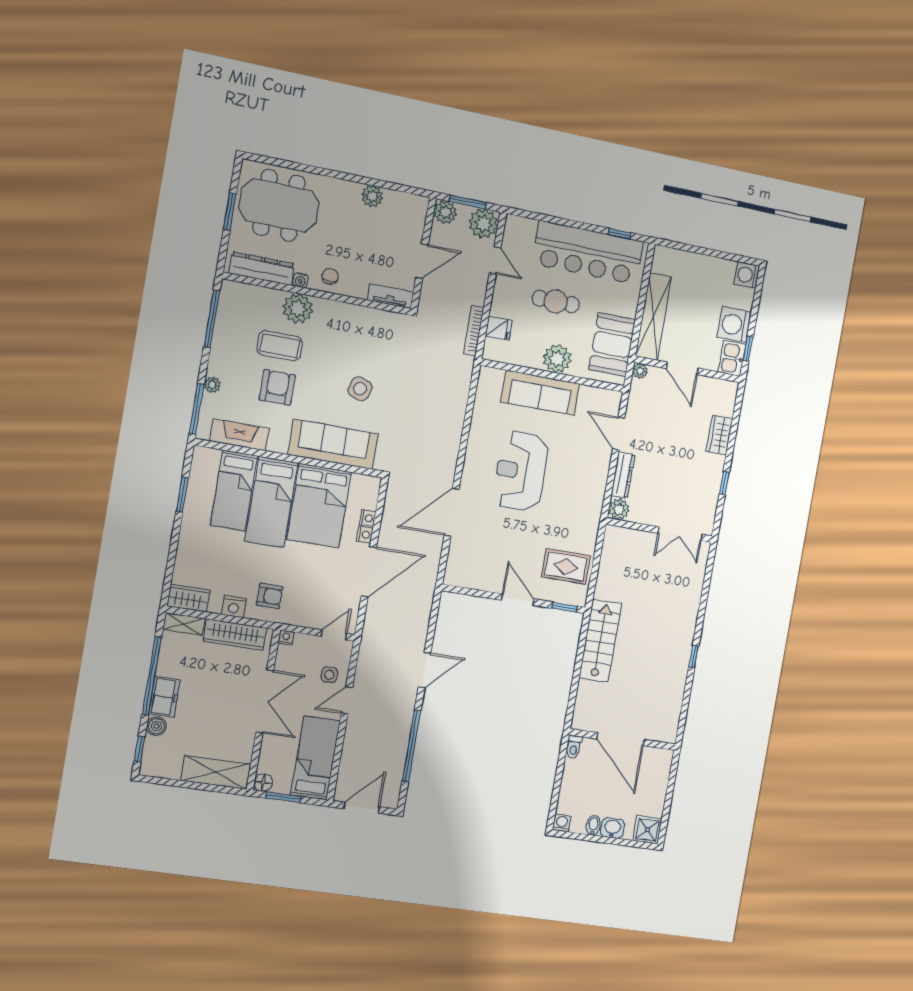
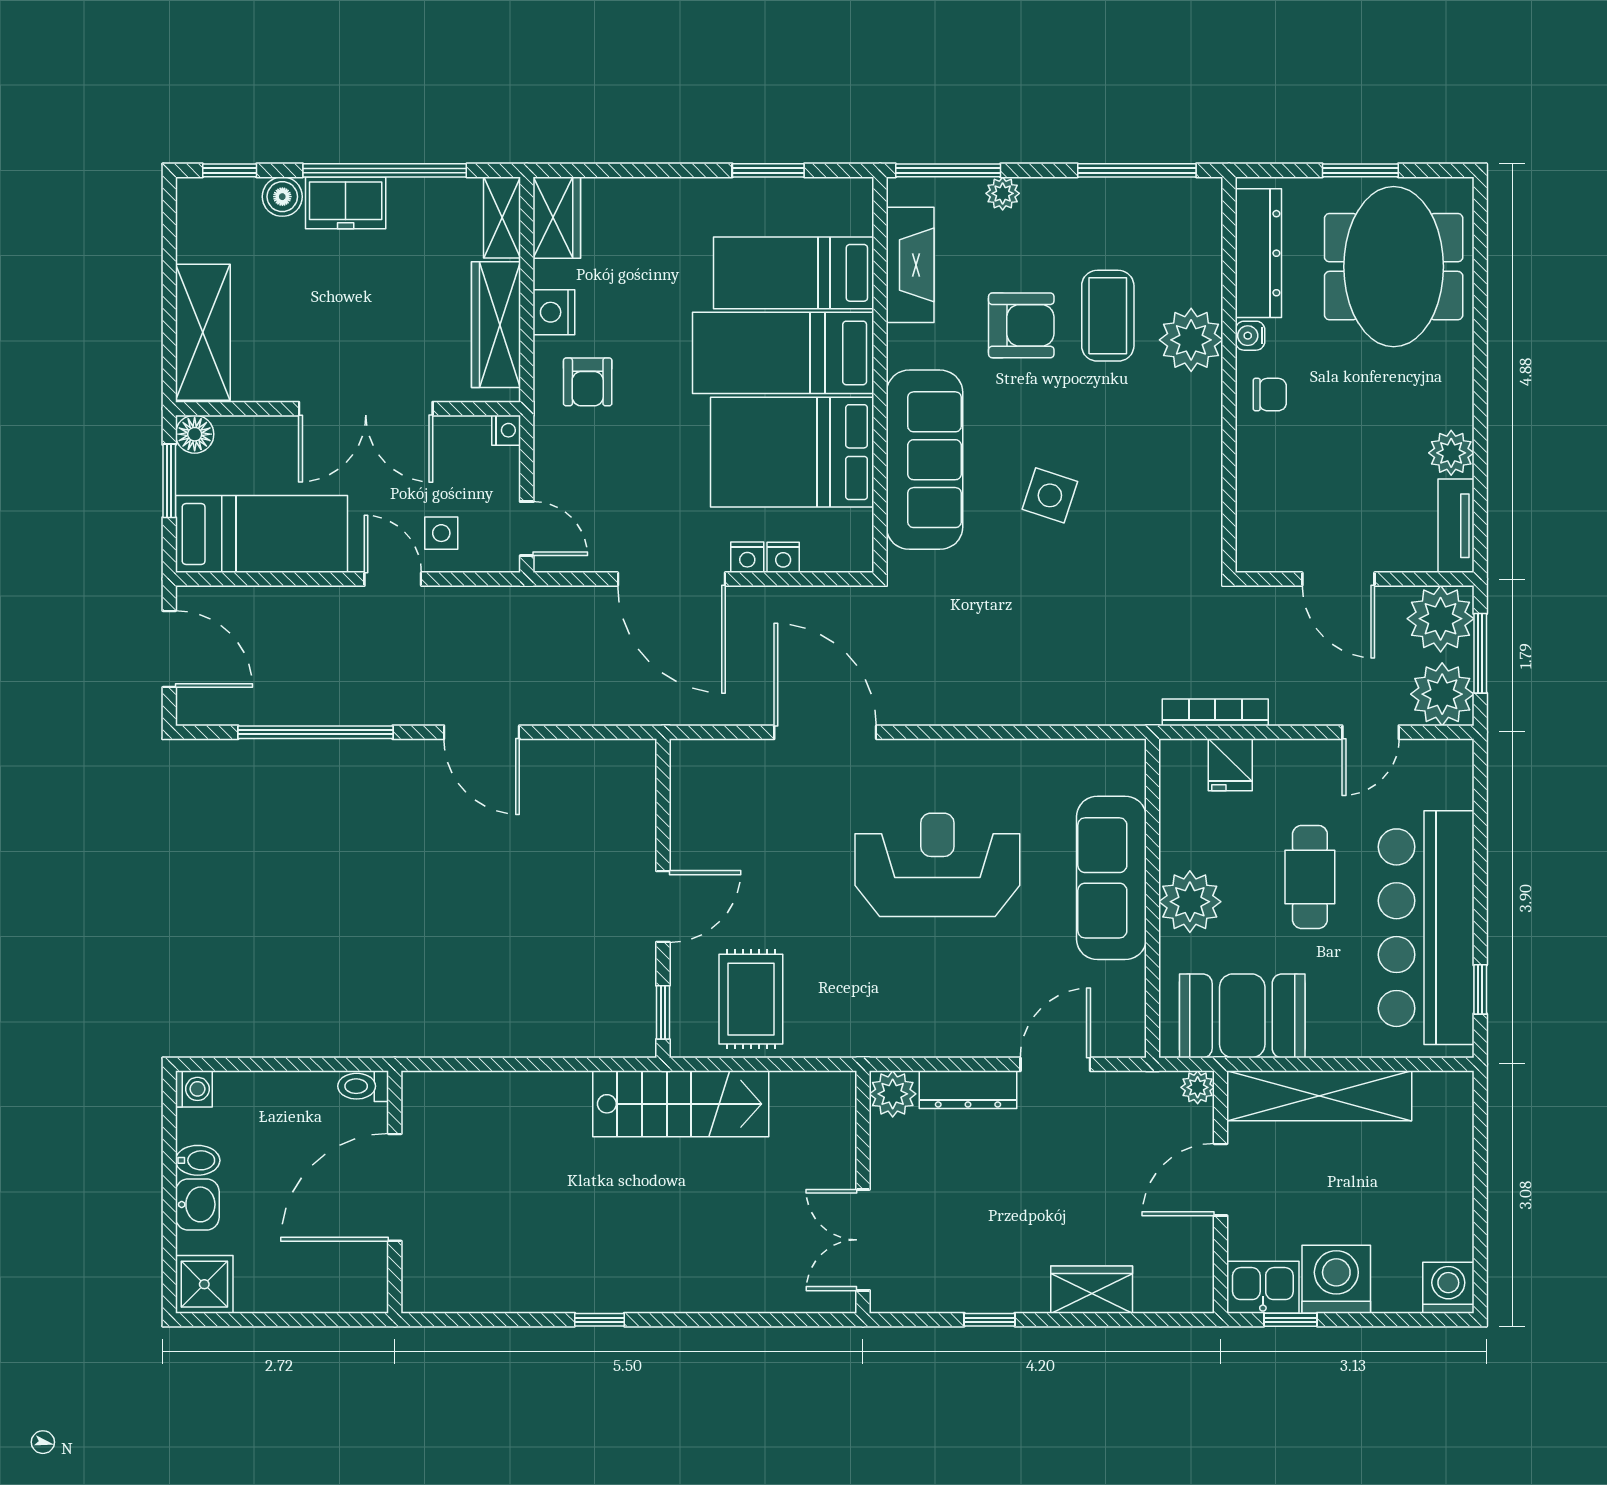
plant: (445, 212) -> (1441, 619), width x1.36, depth x1.36
tv unit: (390, 296) -> (1456, 526), moved, turned 180
stairs: (600, 641) -> (681, 1104), moved

